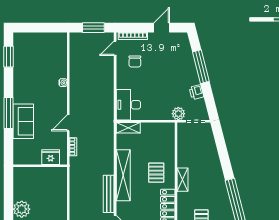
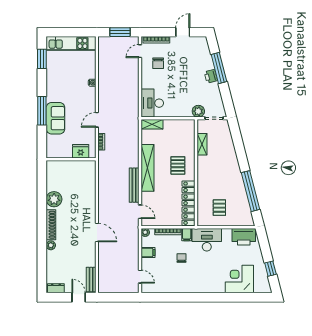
kitchen unit: (40, 40) -> (71, 43), added
printer: (196, 92) -> (211, 76), moved
shelving: (182, 180) -> (202, 144), moved

